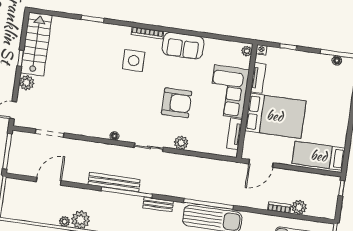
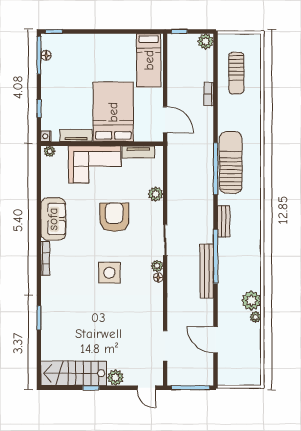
side table: (134, 61) -> (109, 273), moved
plant: (125, 136) -> (157, 266), added
plant: (181, 143) -> (156, 194), moved
plant: (299, 207) -> (206, 41), moved

